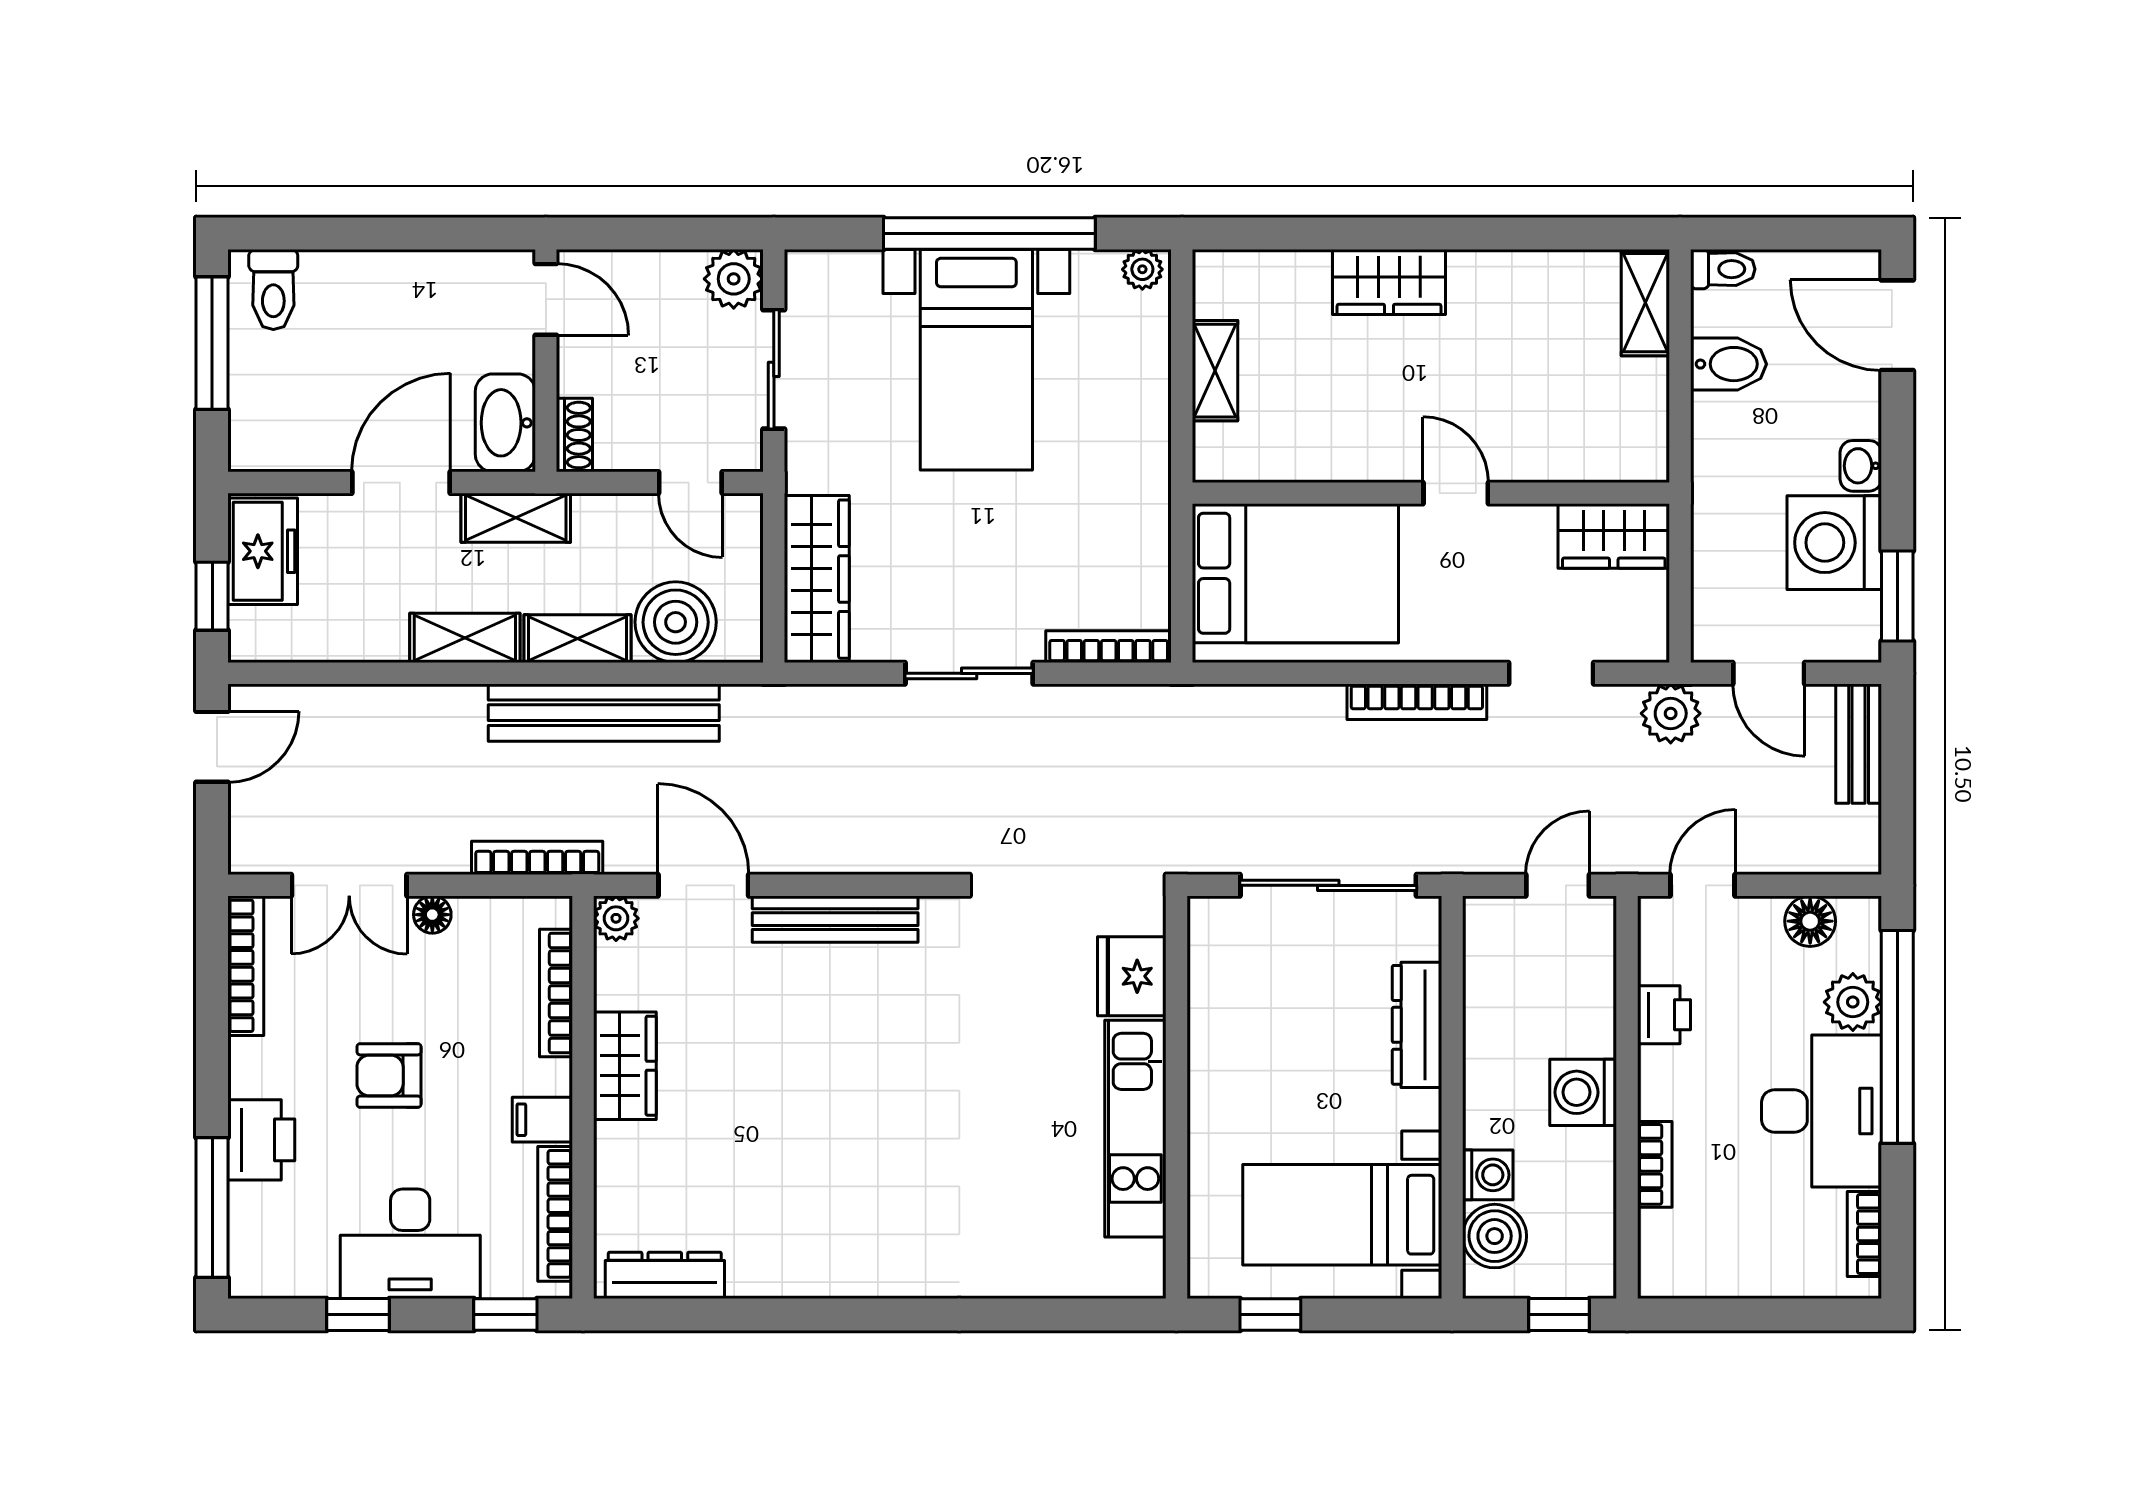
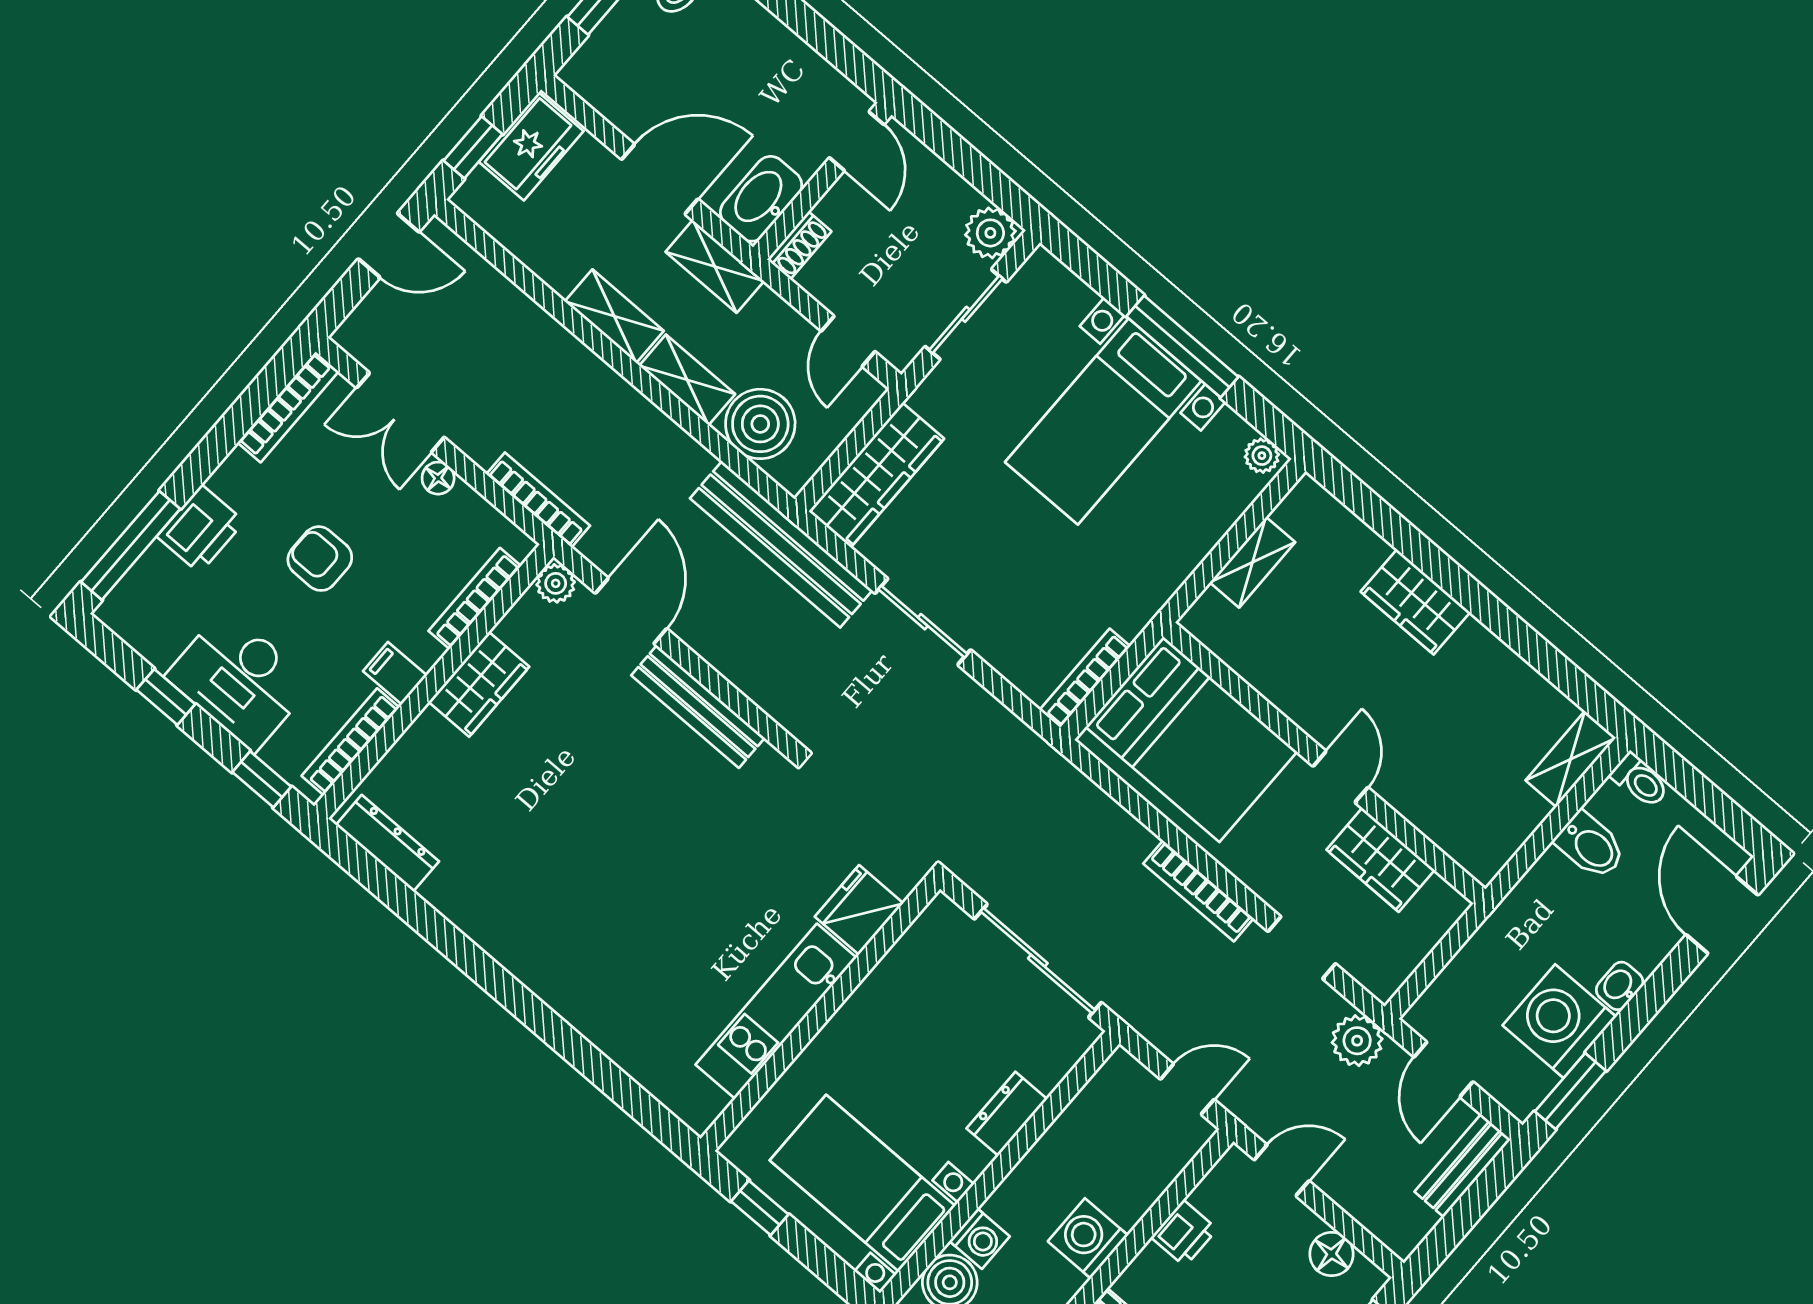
window: (989, 233) -> (1182, 347), width x0.68
wardrobe: (1614, 536) -> (1381, 860), moved
bookcase: (1109, 647) -> (1085, 678), moved, turned -90
bench: (604, 713) -> (781, 544), moved
dresser: (1417, 1025) -> (1007, 1114), width x0.70

